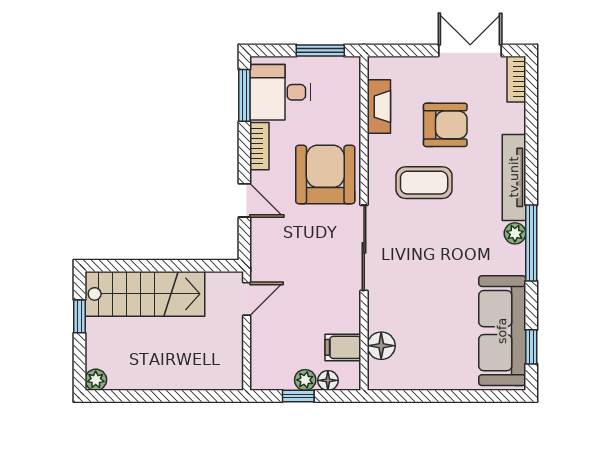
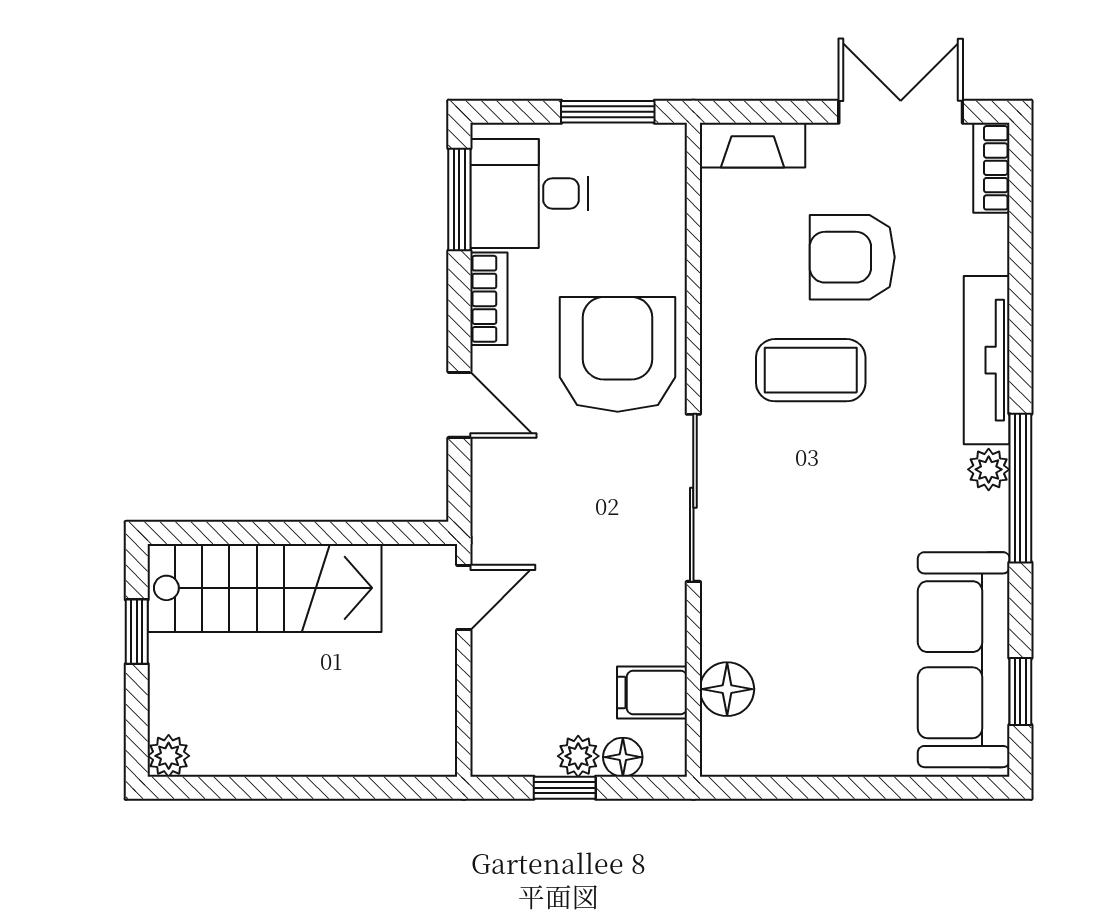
fireplace: (379, 107) -> (753, 145), moved, turned 90
armchair: (445, 125) -> (852, 257), turned 180

